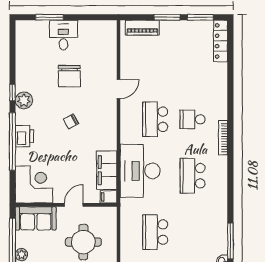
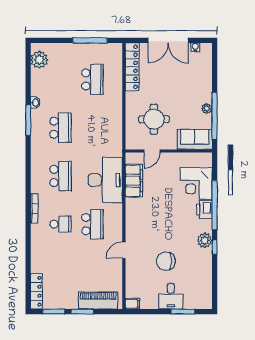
piano: (142, 28) -> (98, 301), width x1.37, depth x1.33
chair: (69, 76) -> (166, 261), turned -90
chair: (71, 121) -> (165, 222), removed
corner desk: (34, 184) -> (196, 183), moved
filing cabinet: (108, 197) -> (132, 304), moved
door: (74, 205) -> (152, 151), moved
school desk: (155, 232) -> (60, 128), moved

